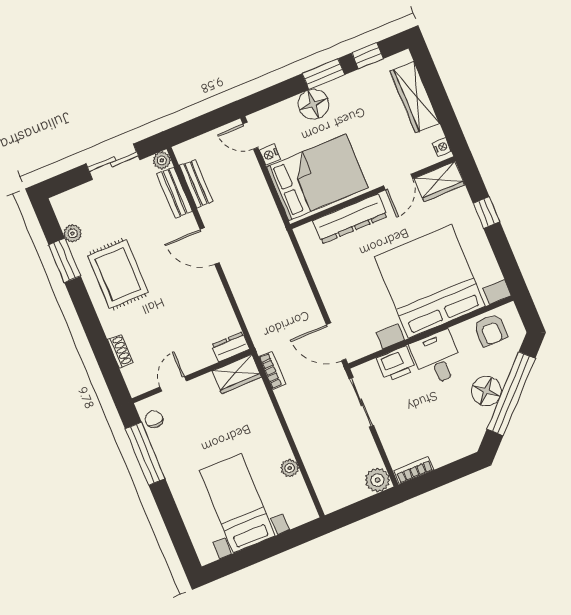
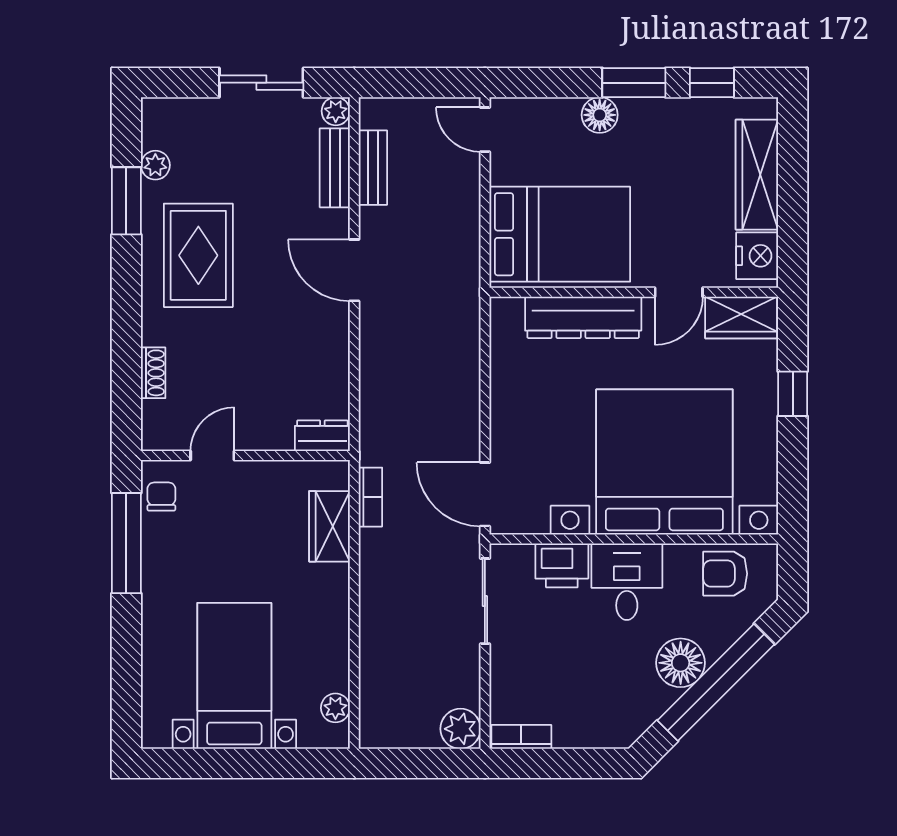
floor lamp: (313, 104) -> (600, 115), width x0.73, depth x0.73
nightstand: (442, 147) -> (757, 256), width x1.89, depth x1.79
nightstand: (270, 154) -> (502, 170), removed
armchair: (491, 330) -> (725, 574), turned 90
wardrobe: (237, 374) -> (329, 526), moved, turned 90
plant: (290, 468) -> (335, 708), moved

